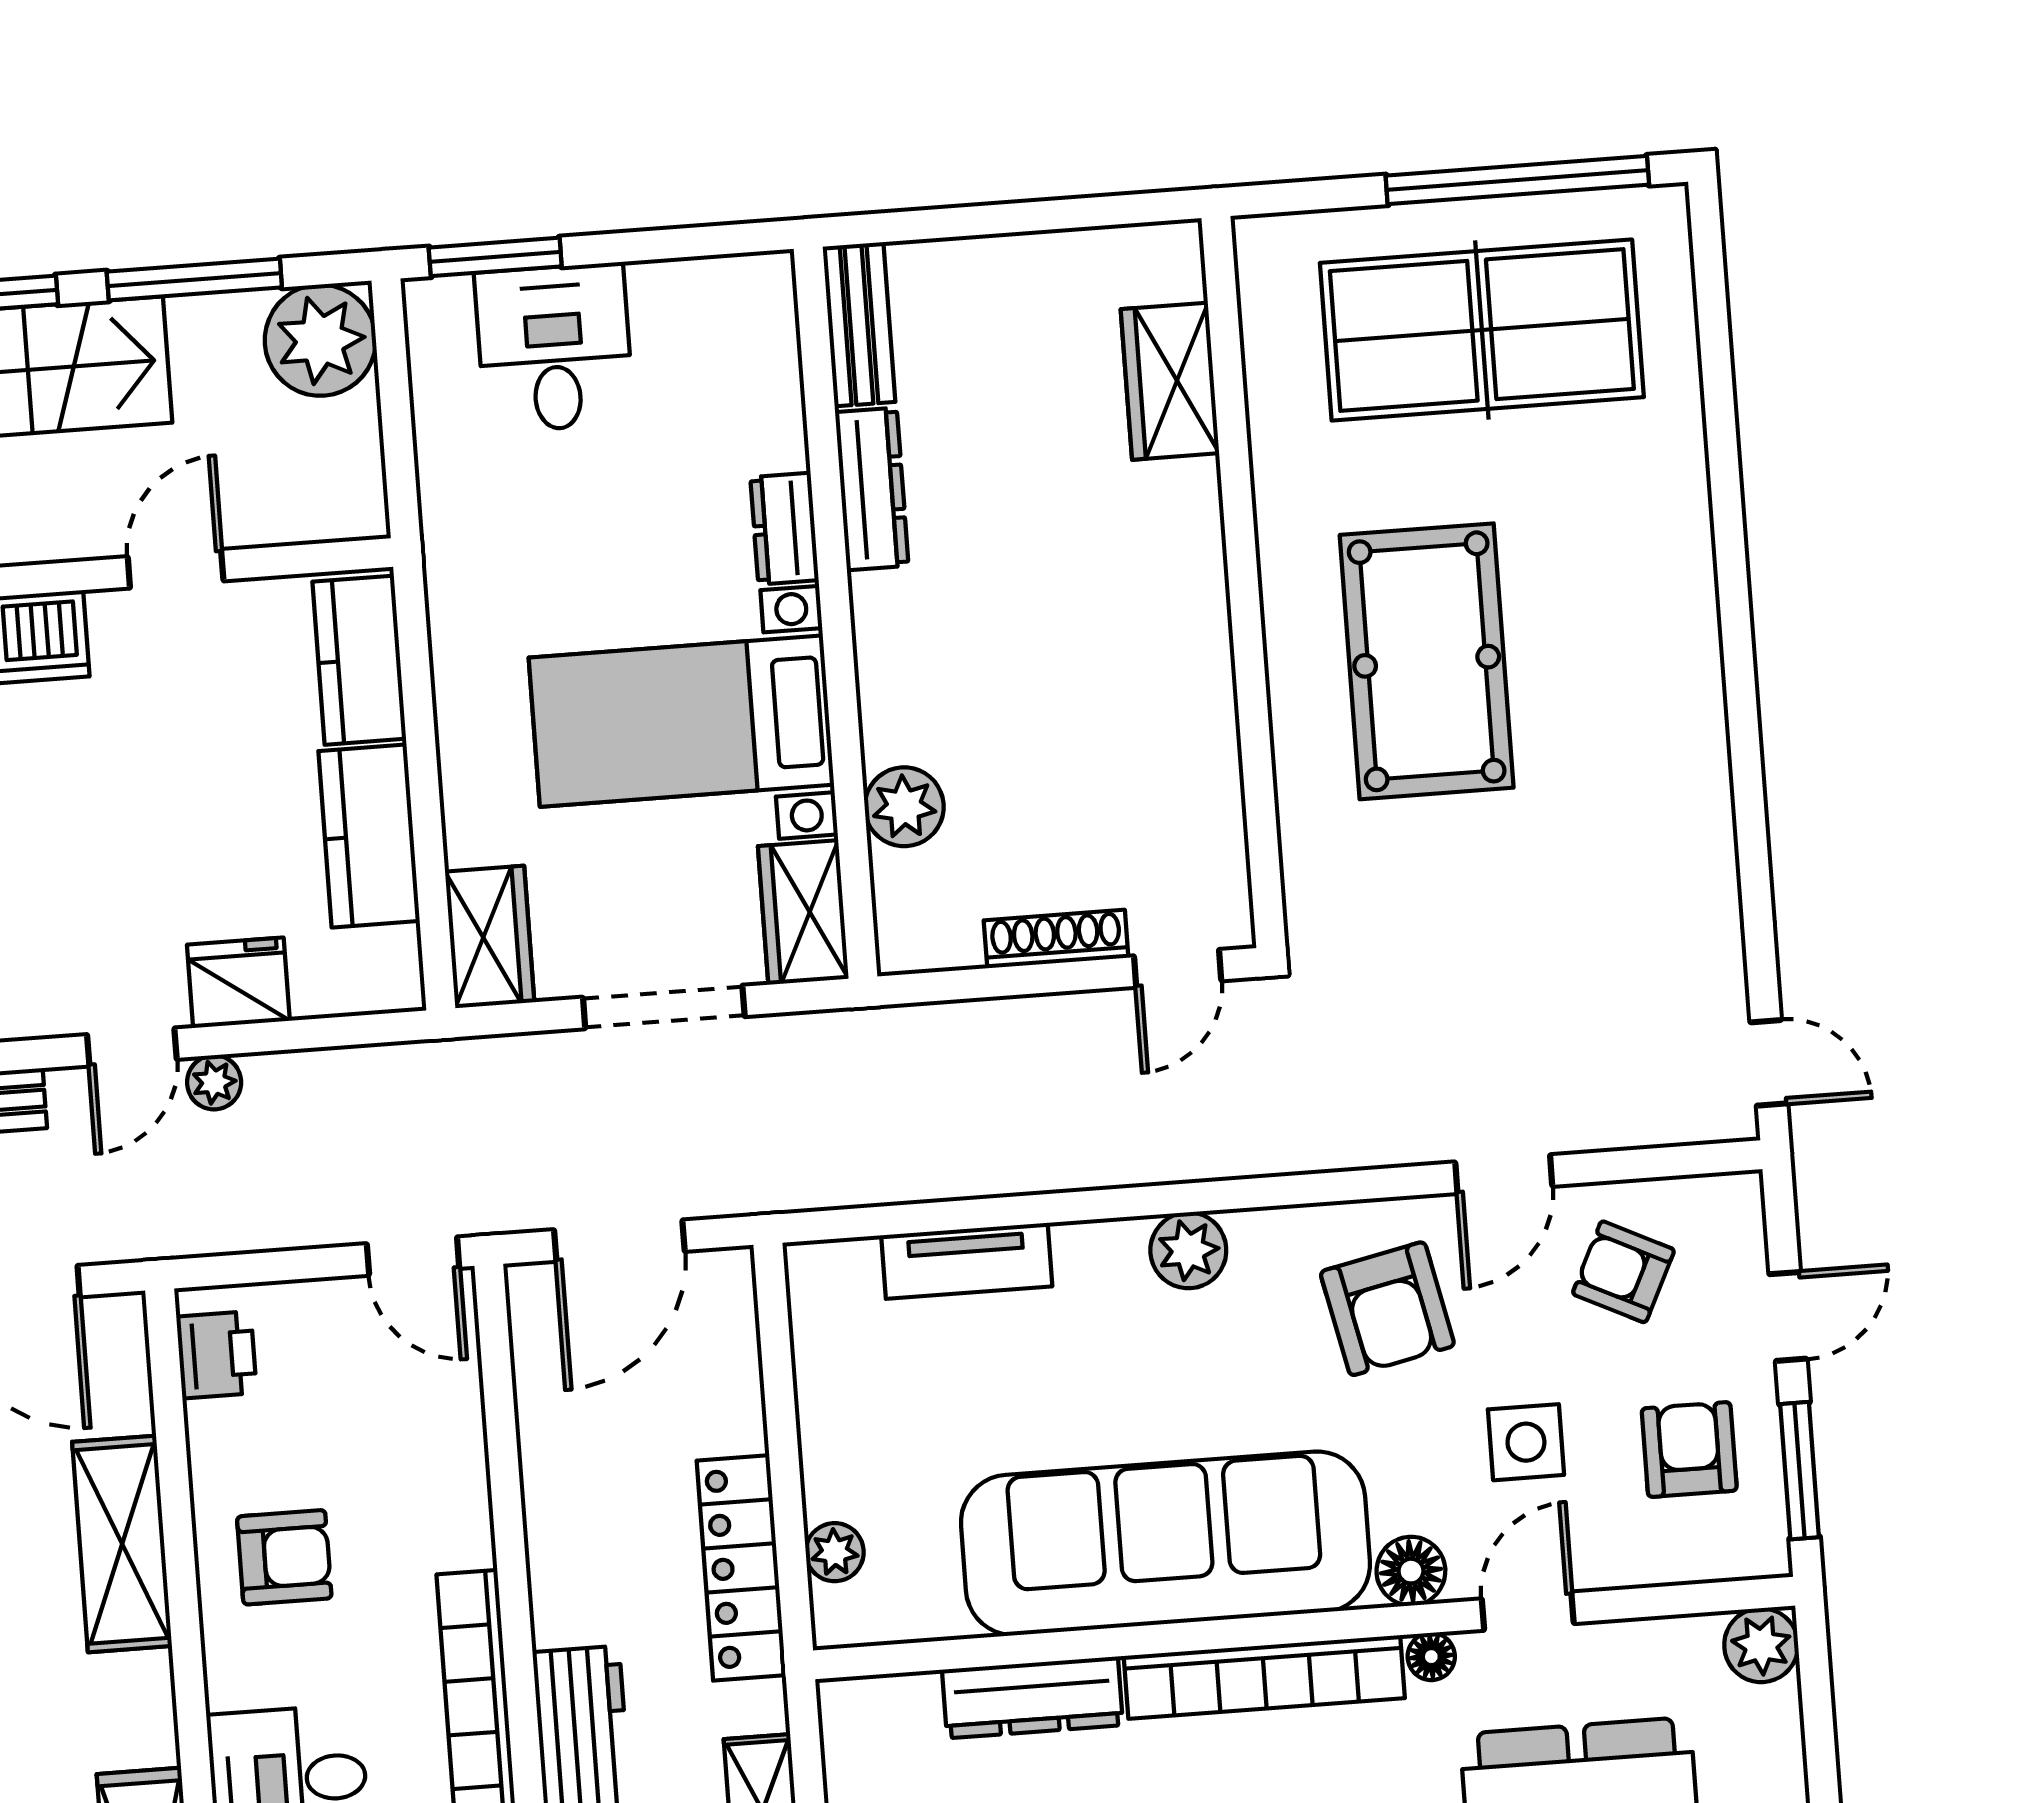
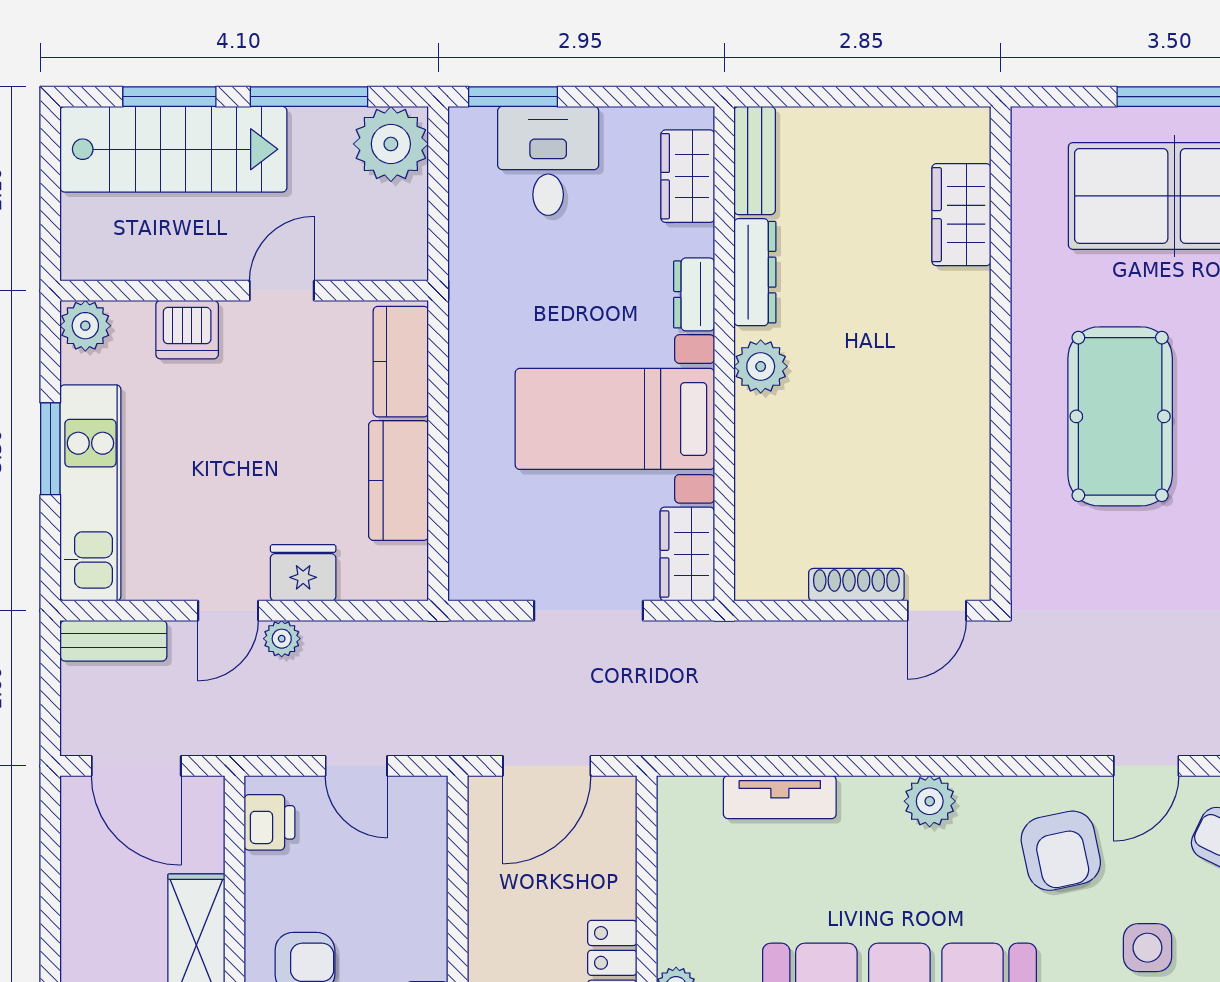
plant: (904, 807) -> (761, 366), moved
wardrobe: (490, 937) -> (688, 176), moved, turned 180
door: (413, 1256) -> (356, 766), moved

